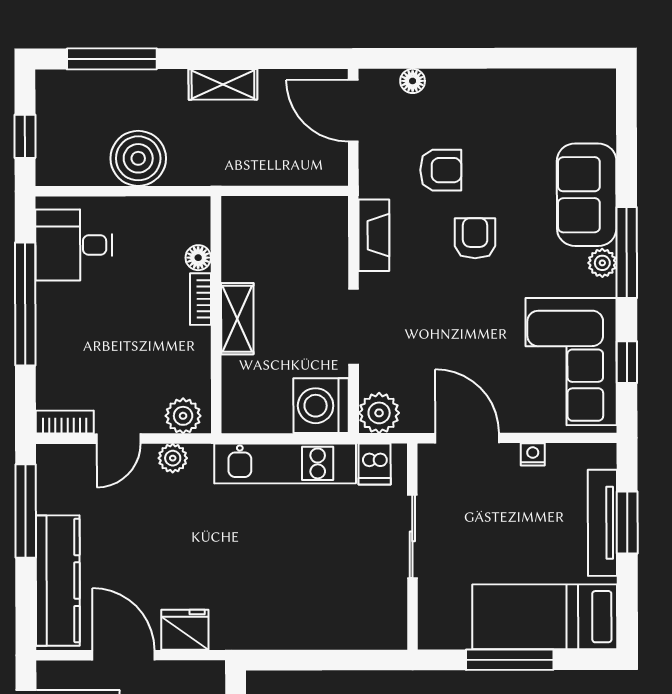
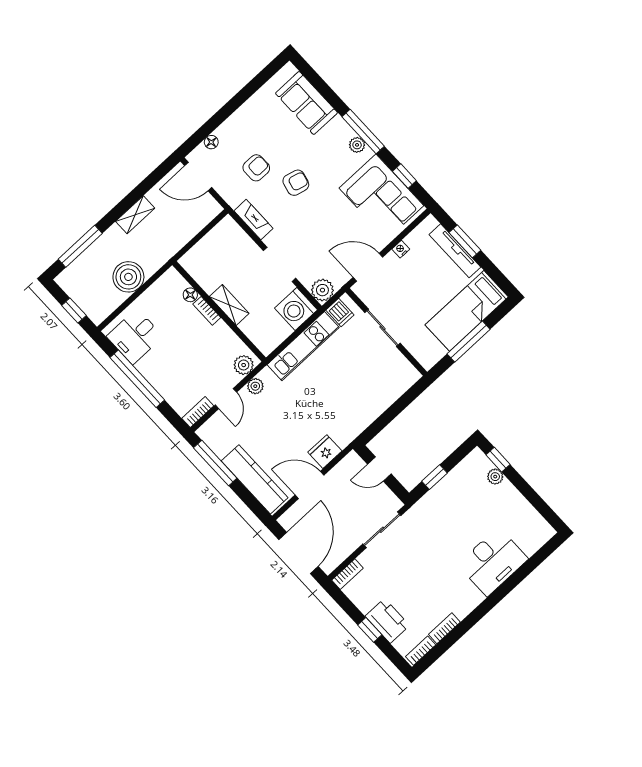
sofa: (587, 195) -> (306, 103), moved
armchair: (475, 238) -> (296, 183), turned 104

